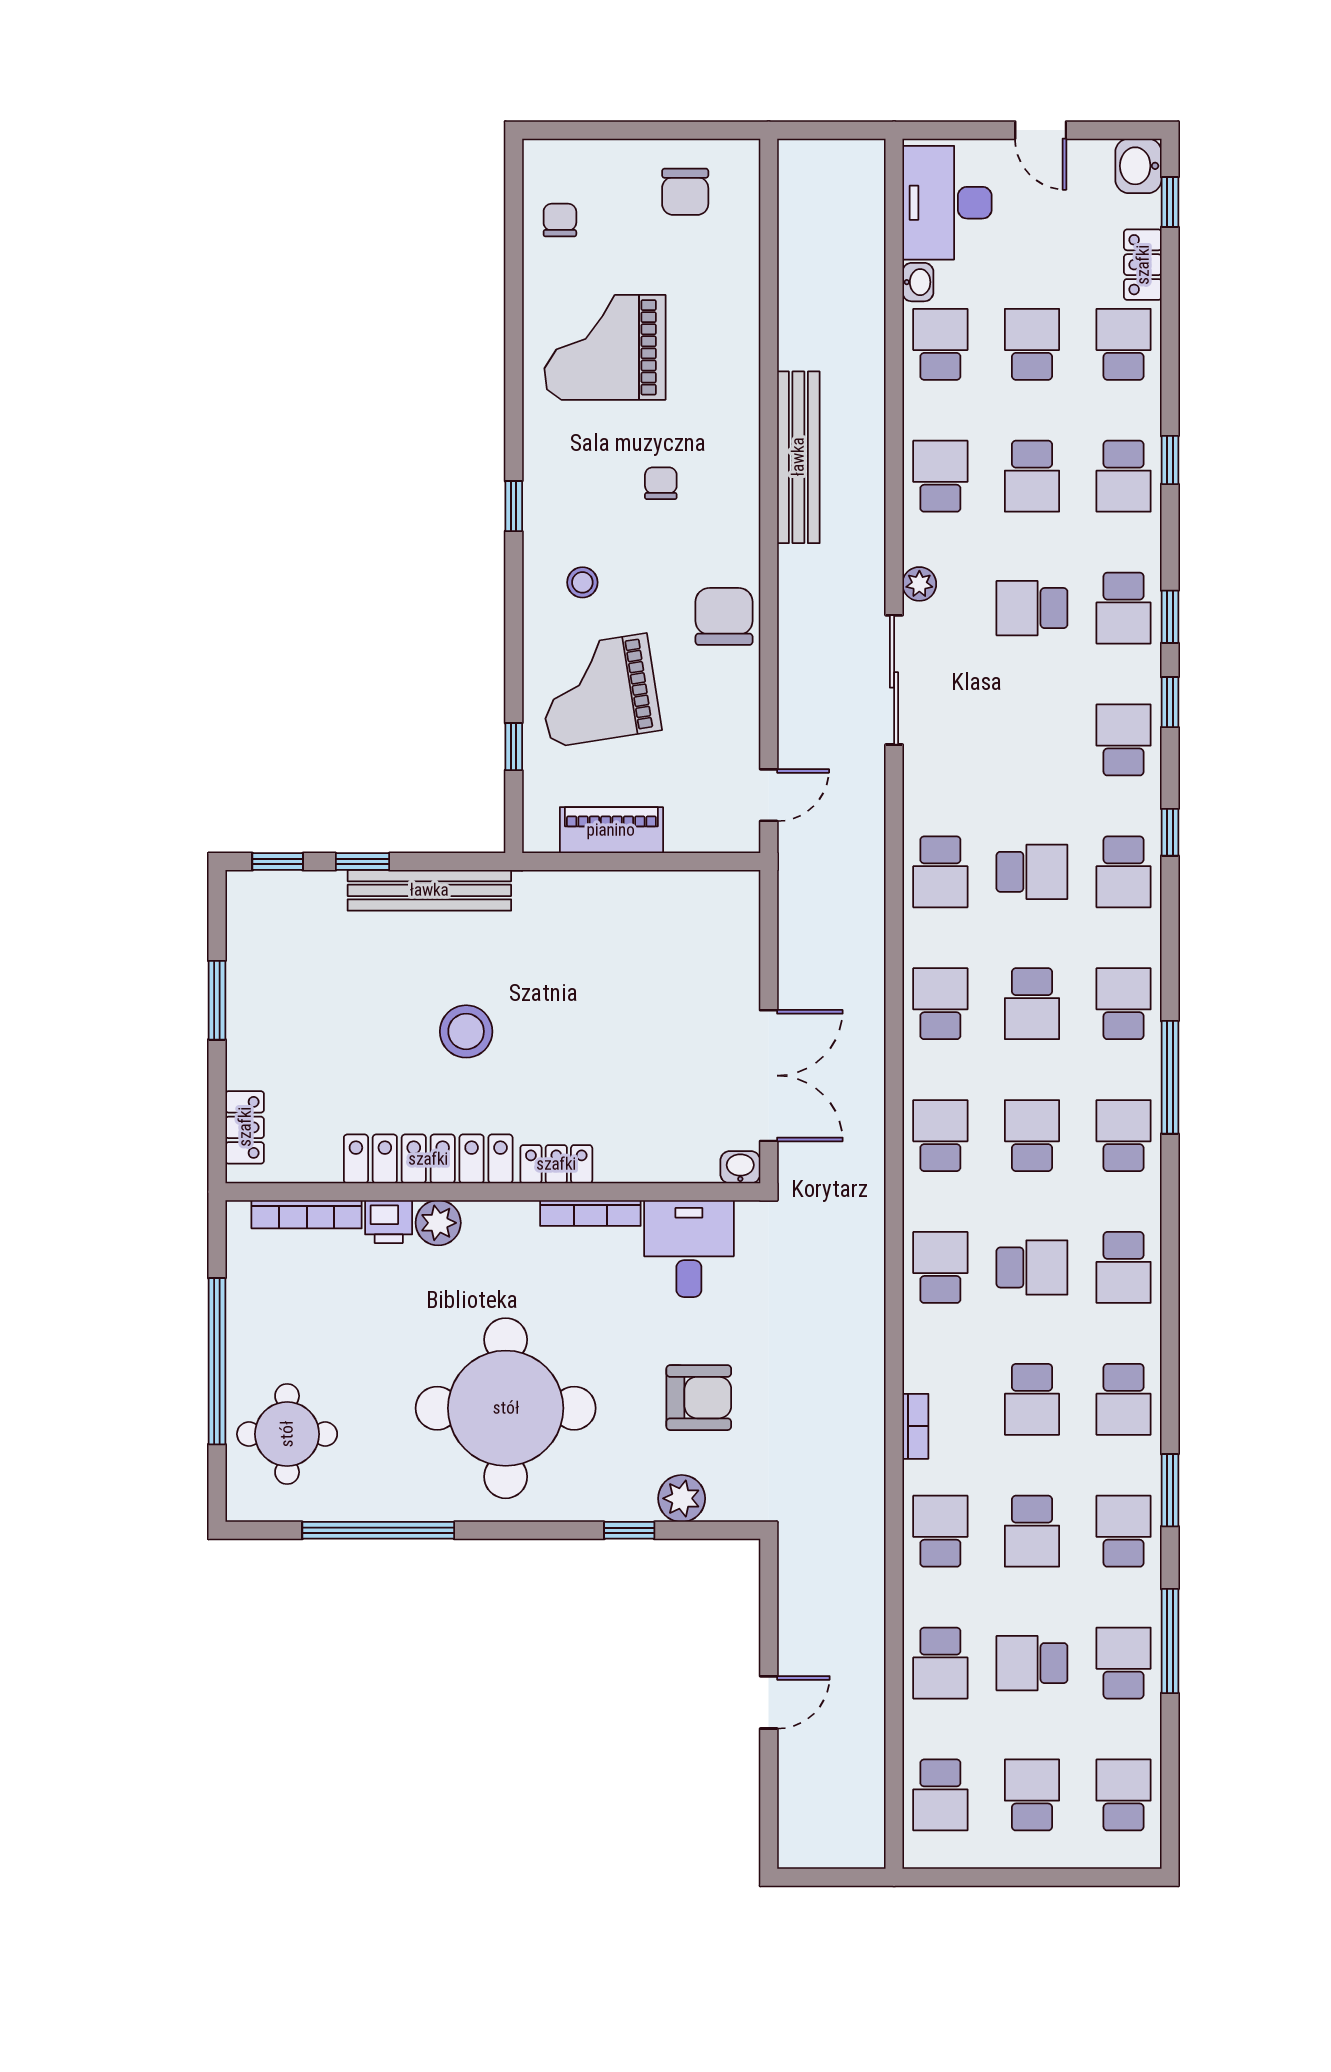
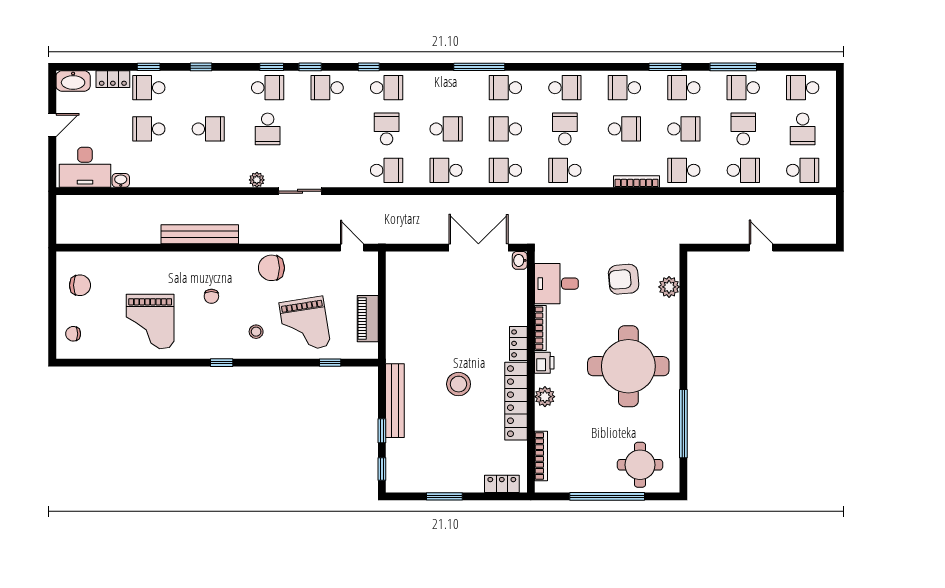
washbasin: (1138, 166) -> (73, 81), width x1.38
window: (1170, 202) -> (149, 67), moved
chair: (560, 220) -> (73, 334), moved
school desk: (940, 344) -> (149, 170), removed
school desk: (940, 476) -> (208, 170), removed
school desk: (1124, 476) -> (208, 88), removed
chair: (661, 483) -> (211, 296), turned -90
sliding door: (894, 680) -> (300, 191), width x0.73
school desk: (1124, 1004) -> (446, 88), removed
printer: (389, 1222) -> (544, 363), moved
armchair: (699, 1398) -> (624, 279), turned -95
school desk: (1124, 1399) -> (624, 88), turned 180
bookcase: (915, 1426) -> (637, 182), width x1.56
window: (629, 1530) -> (683, 310), removed
school desk: (1032, 1663) -> (743, 129), turned 180
school desk: (1032, 1795) -> (803, 129), turned -90

